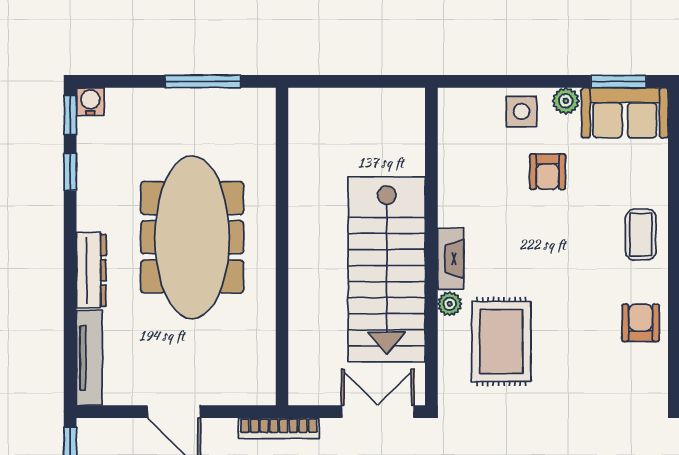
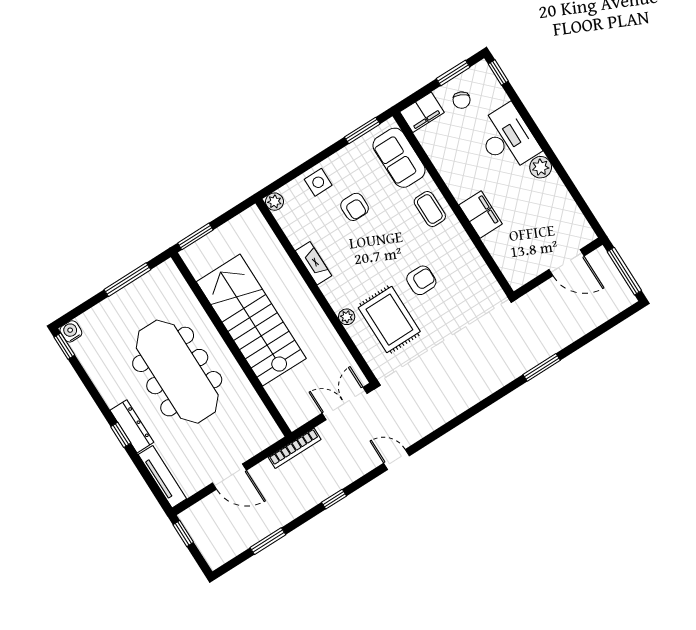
window: (323, 81) -> (195, 236), added
plant: (566, 101) -> (274, 202), moved
sofa: (625, 113) -> (399, 158), moved, turned 90
window: (70, 172) -> (121, 435), moved
fireplace: (451, 259) -> (314, 263), moved
stairs: (387, 269) -> (251, 320), moved, turned 180
armchair: (641, 323) -> (421, 280), moved, turned 90

